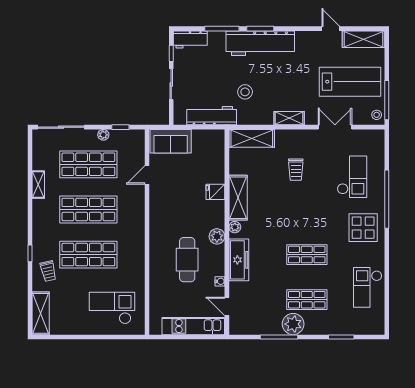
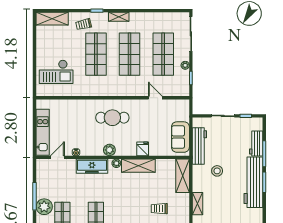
workbench: (190, 39) -> (256, 143), moved
sofa: (171, 141) -> (180, 137), moved
shelving: (38, 185) -> (119, 17), moved
cafe table: (187, 260) -> (112, 118), moved
checkout: (112, 308) -> (56, 72), turned 90

